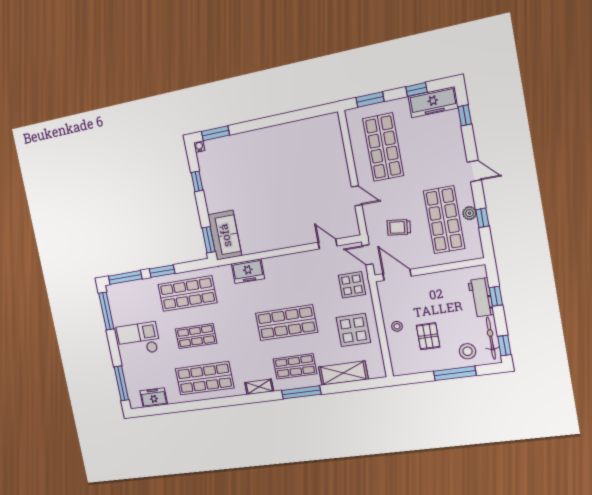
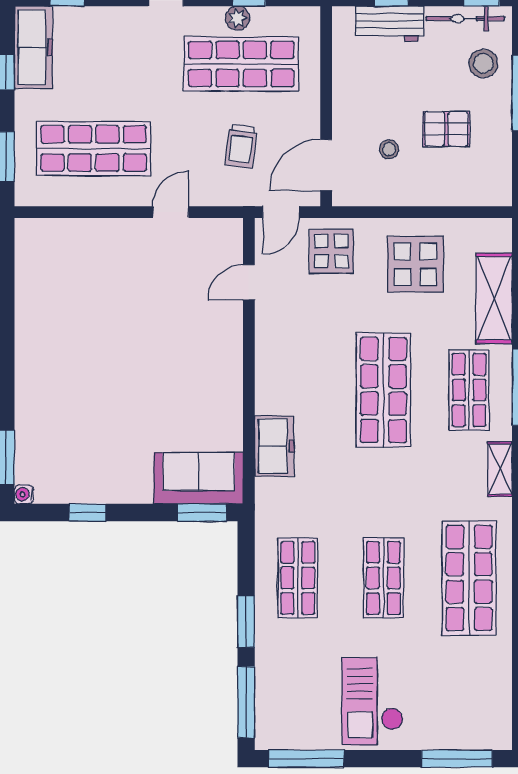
shop shelf: (187, 294) -> (298, 578), width x0.70, depth x0.74
stool: (397, 326) -> (389, 149), moved
freezer: (154, 398) -> (495, 695), removed

